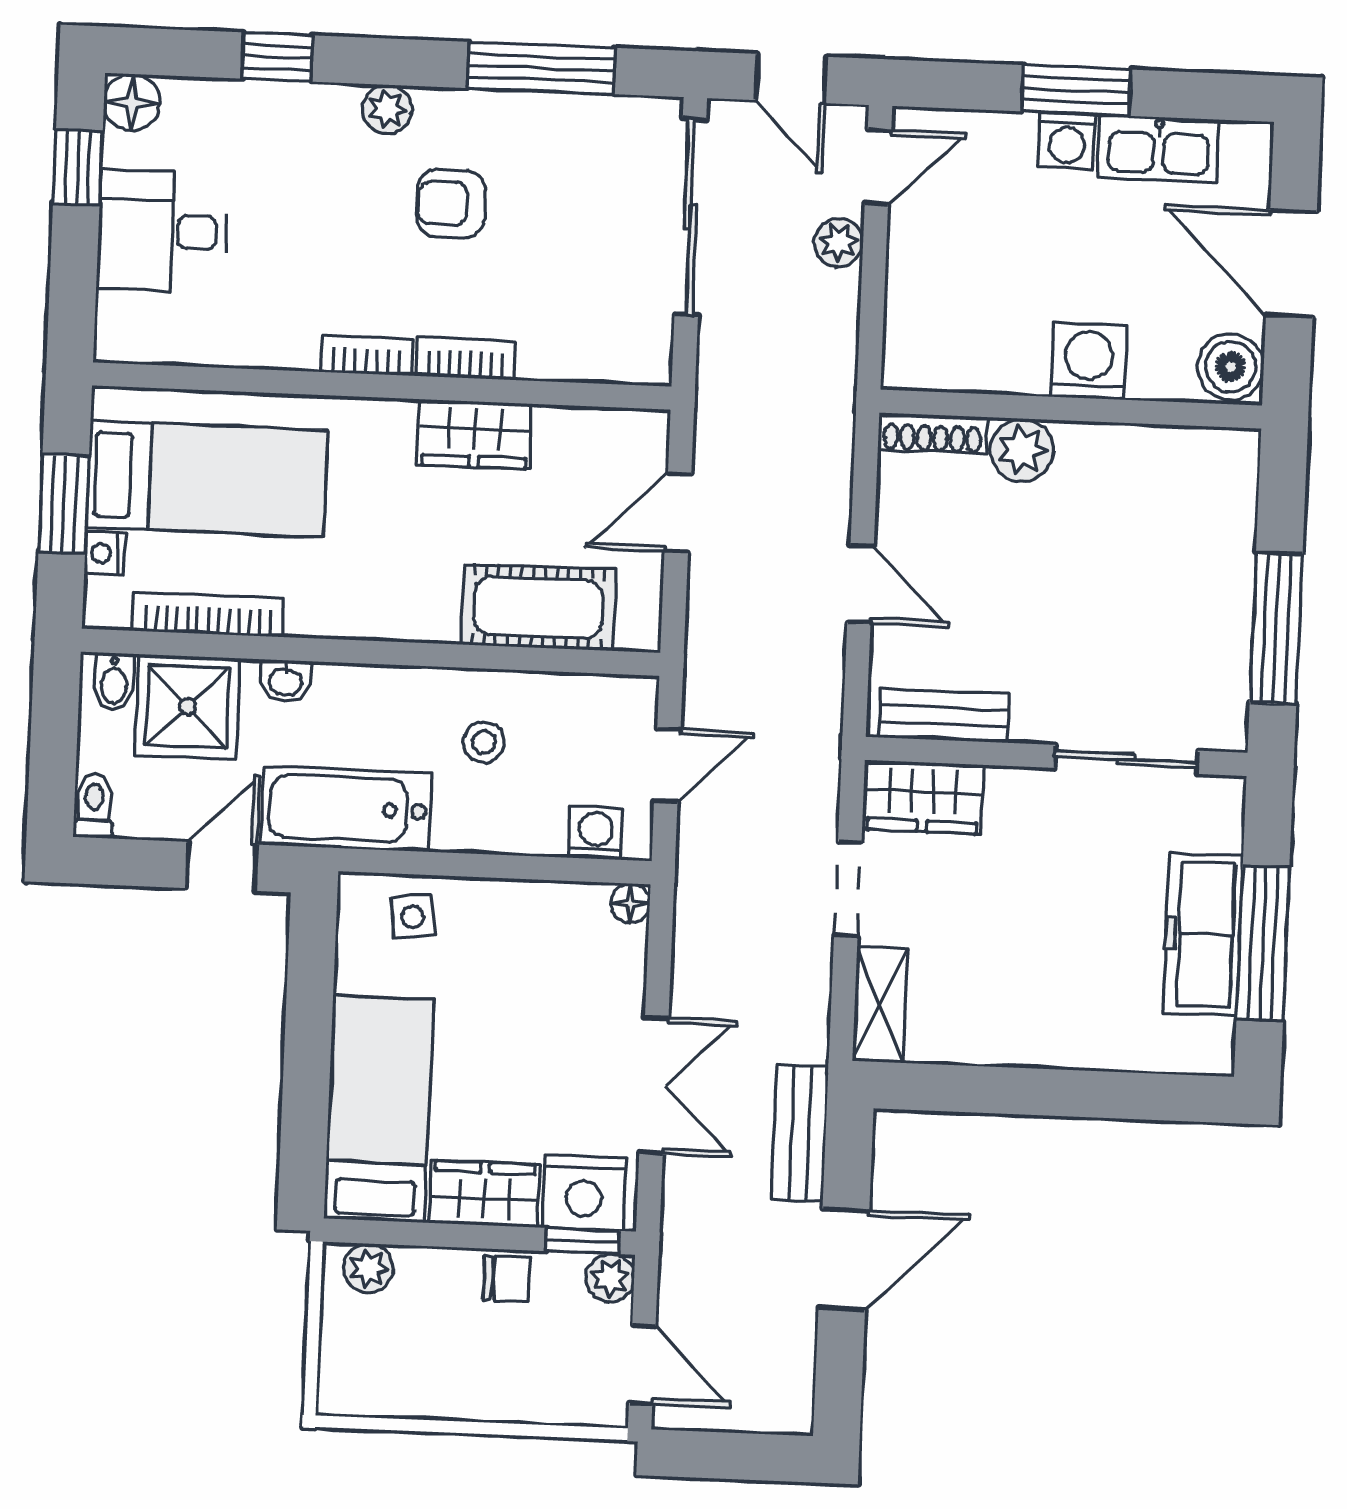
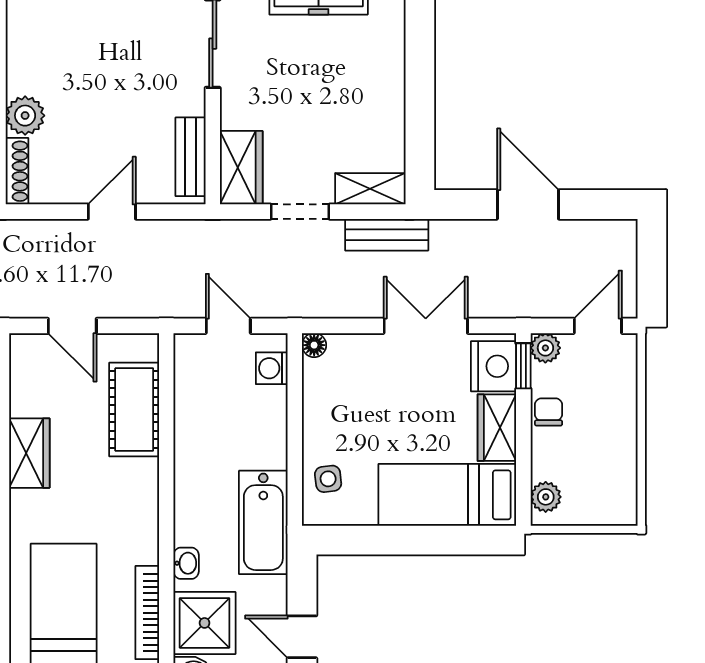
stool: (484, 742) -> (219, 440), removed
door: (221, 866) -> (302, 637), moved
bench: (800, 1133) -> (387, 235), moved

